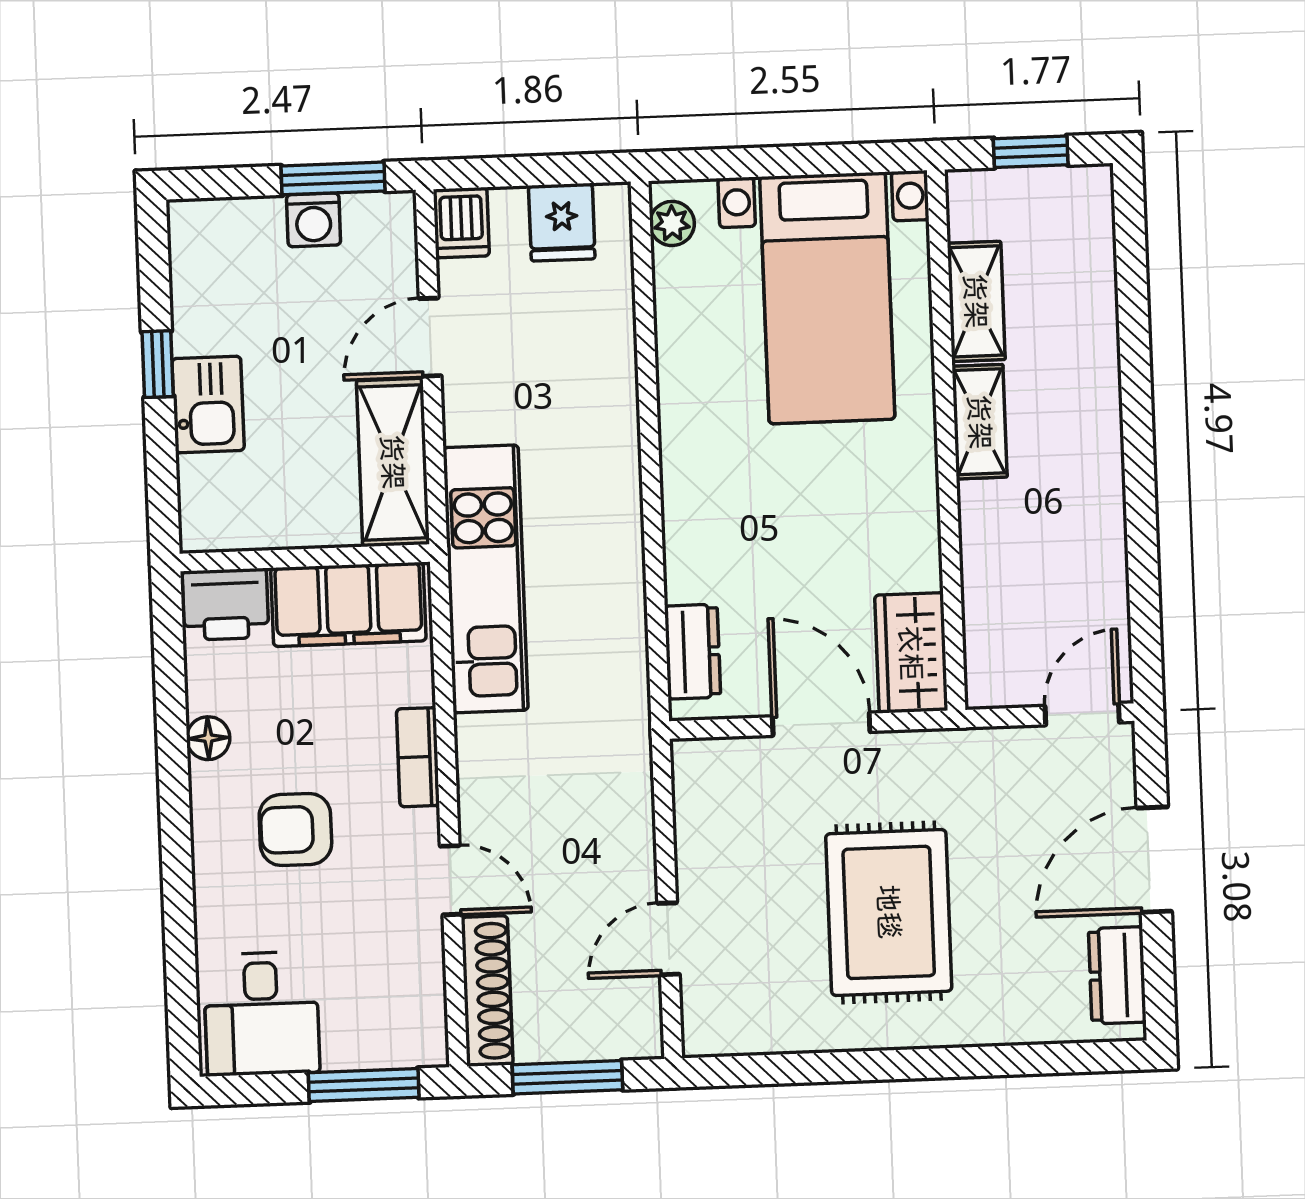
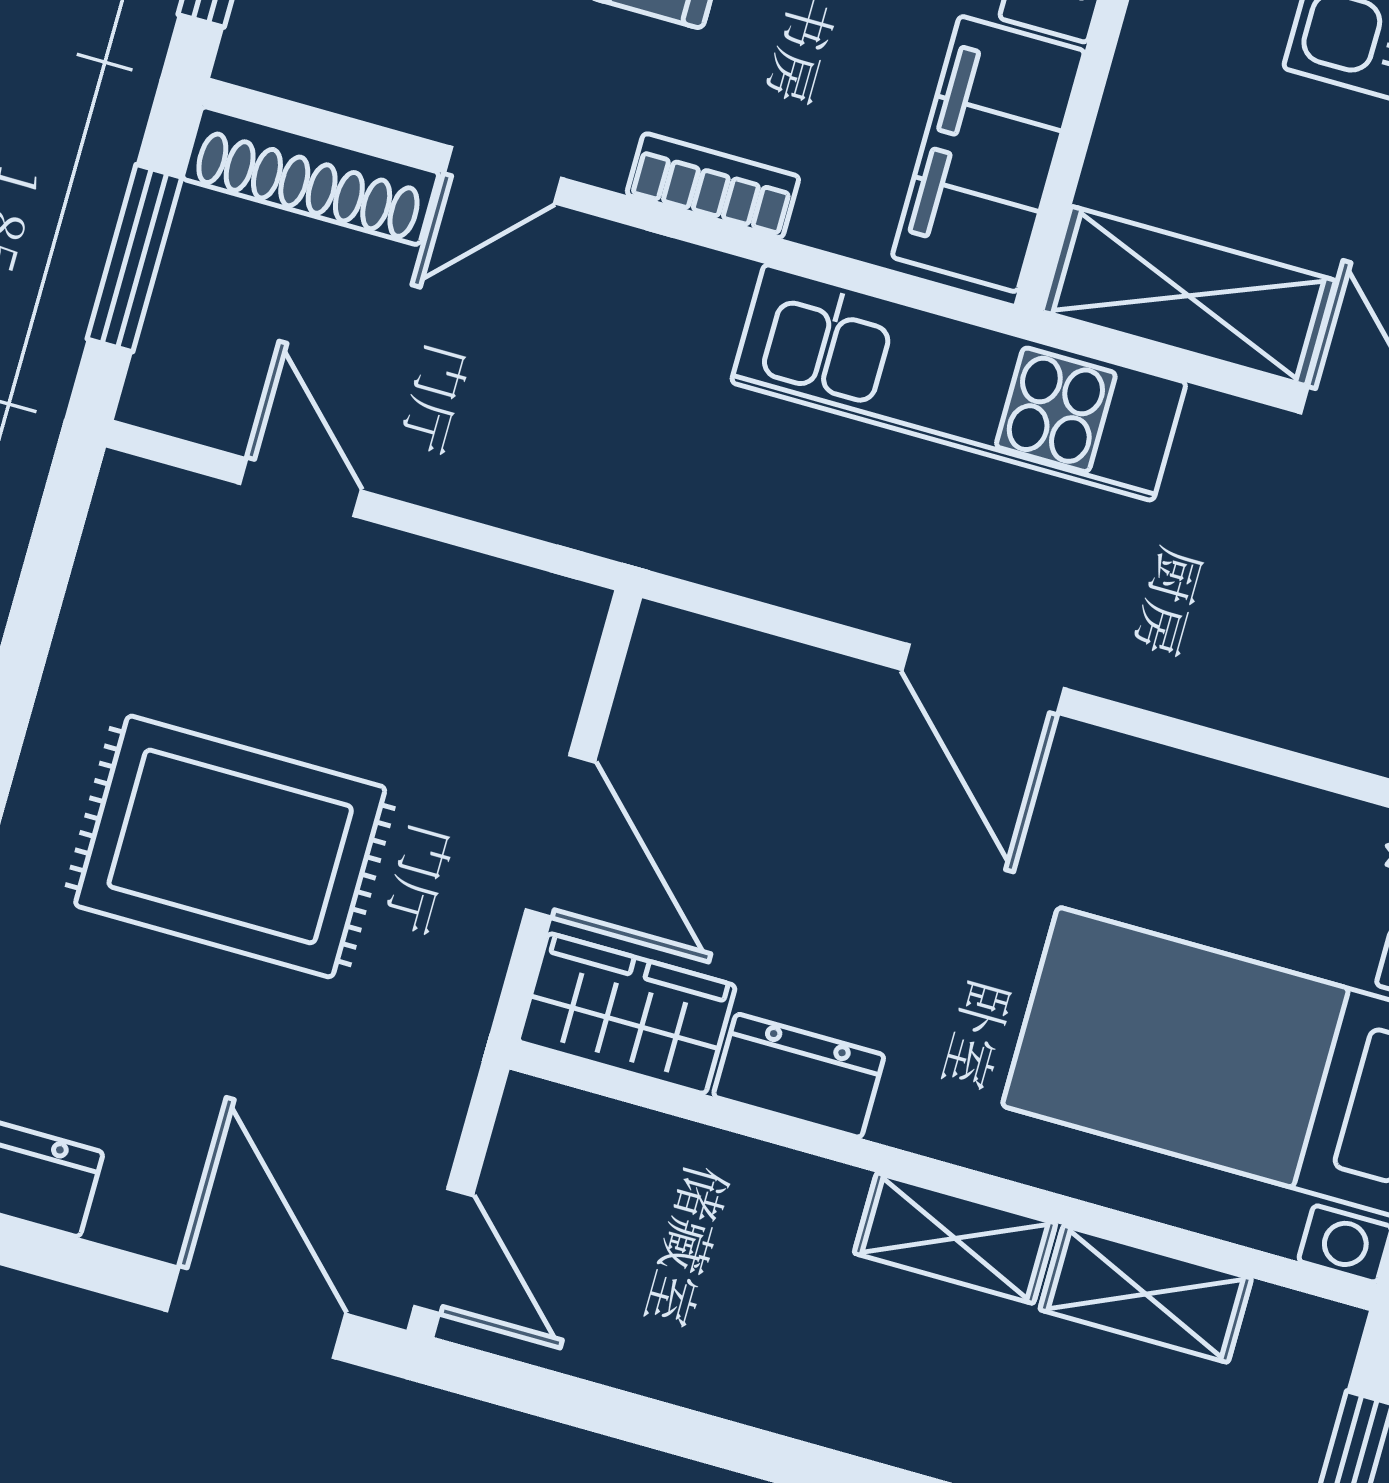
door: (652, 510) -> (983, 679), added
dresser: (693, 652) -> (799, 1076), moved, turned 180
door: (821, 724) -> (560, 836), hinge flipped
door: (1154, 860) -> (256, 1312), moved

